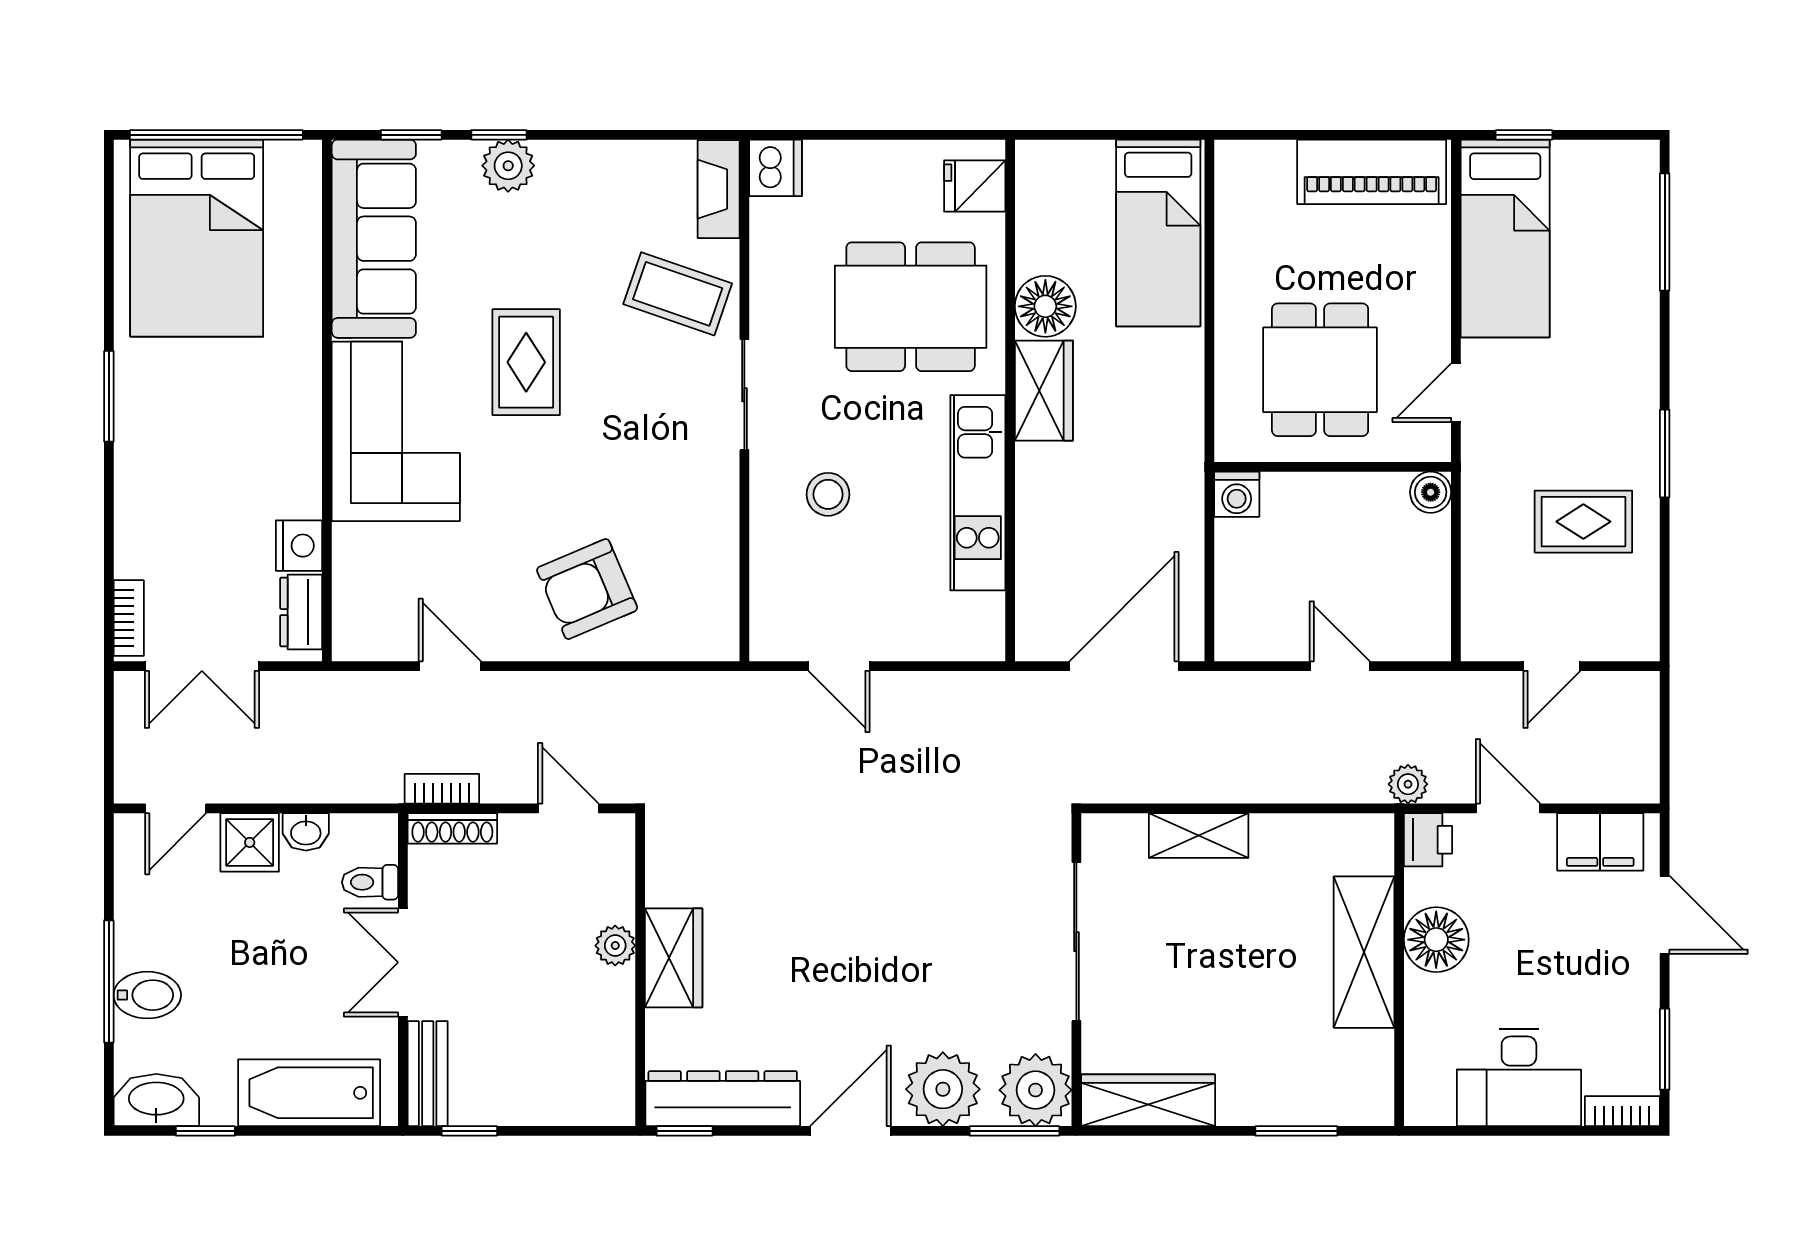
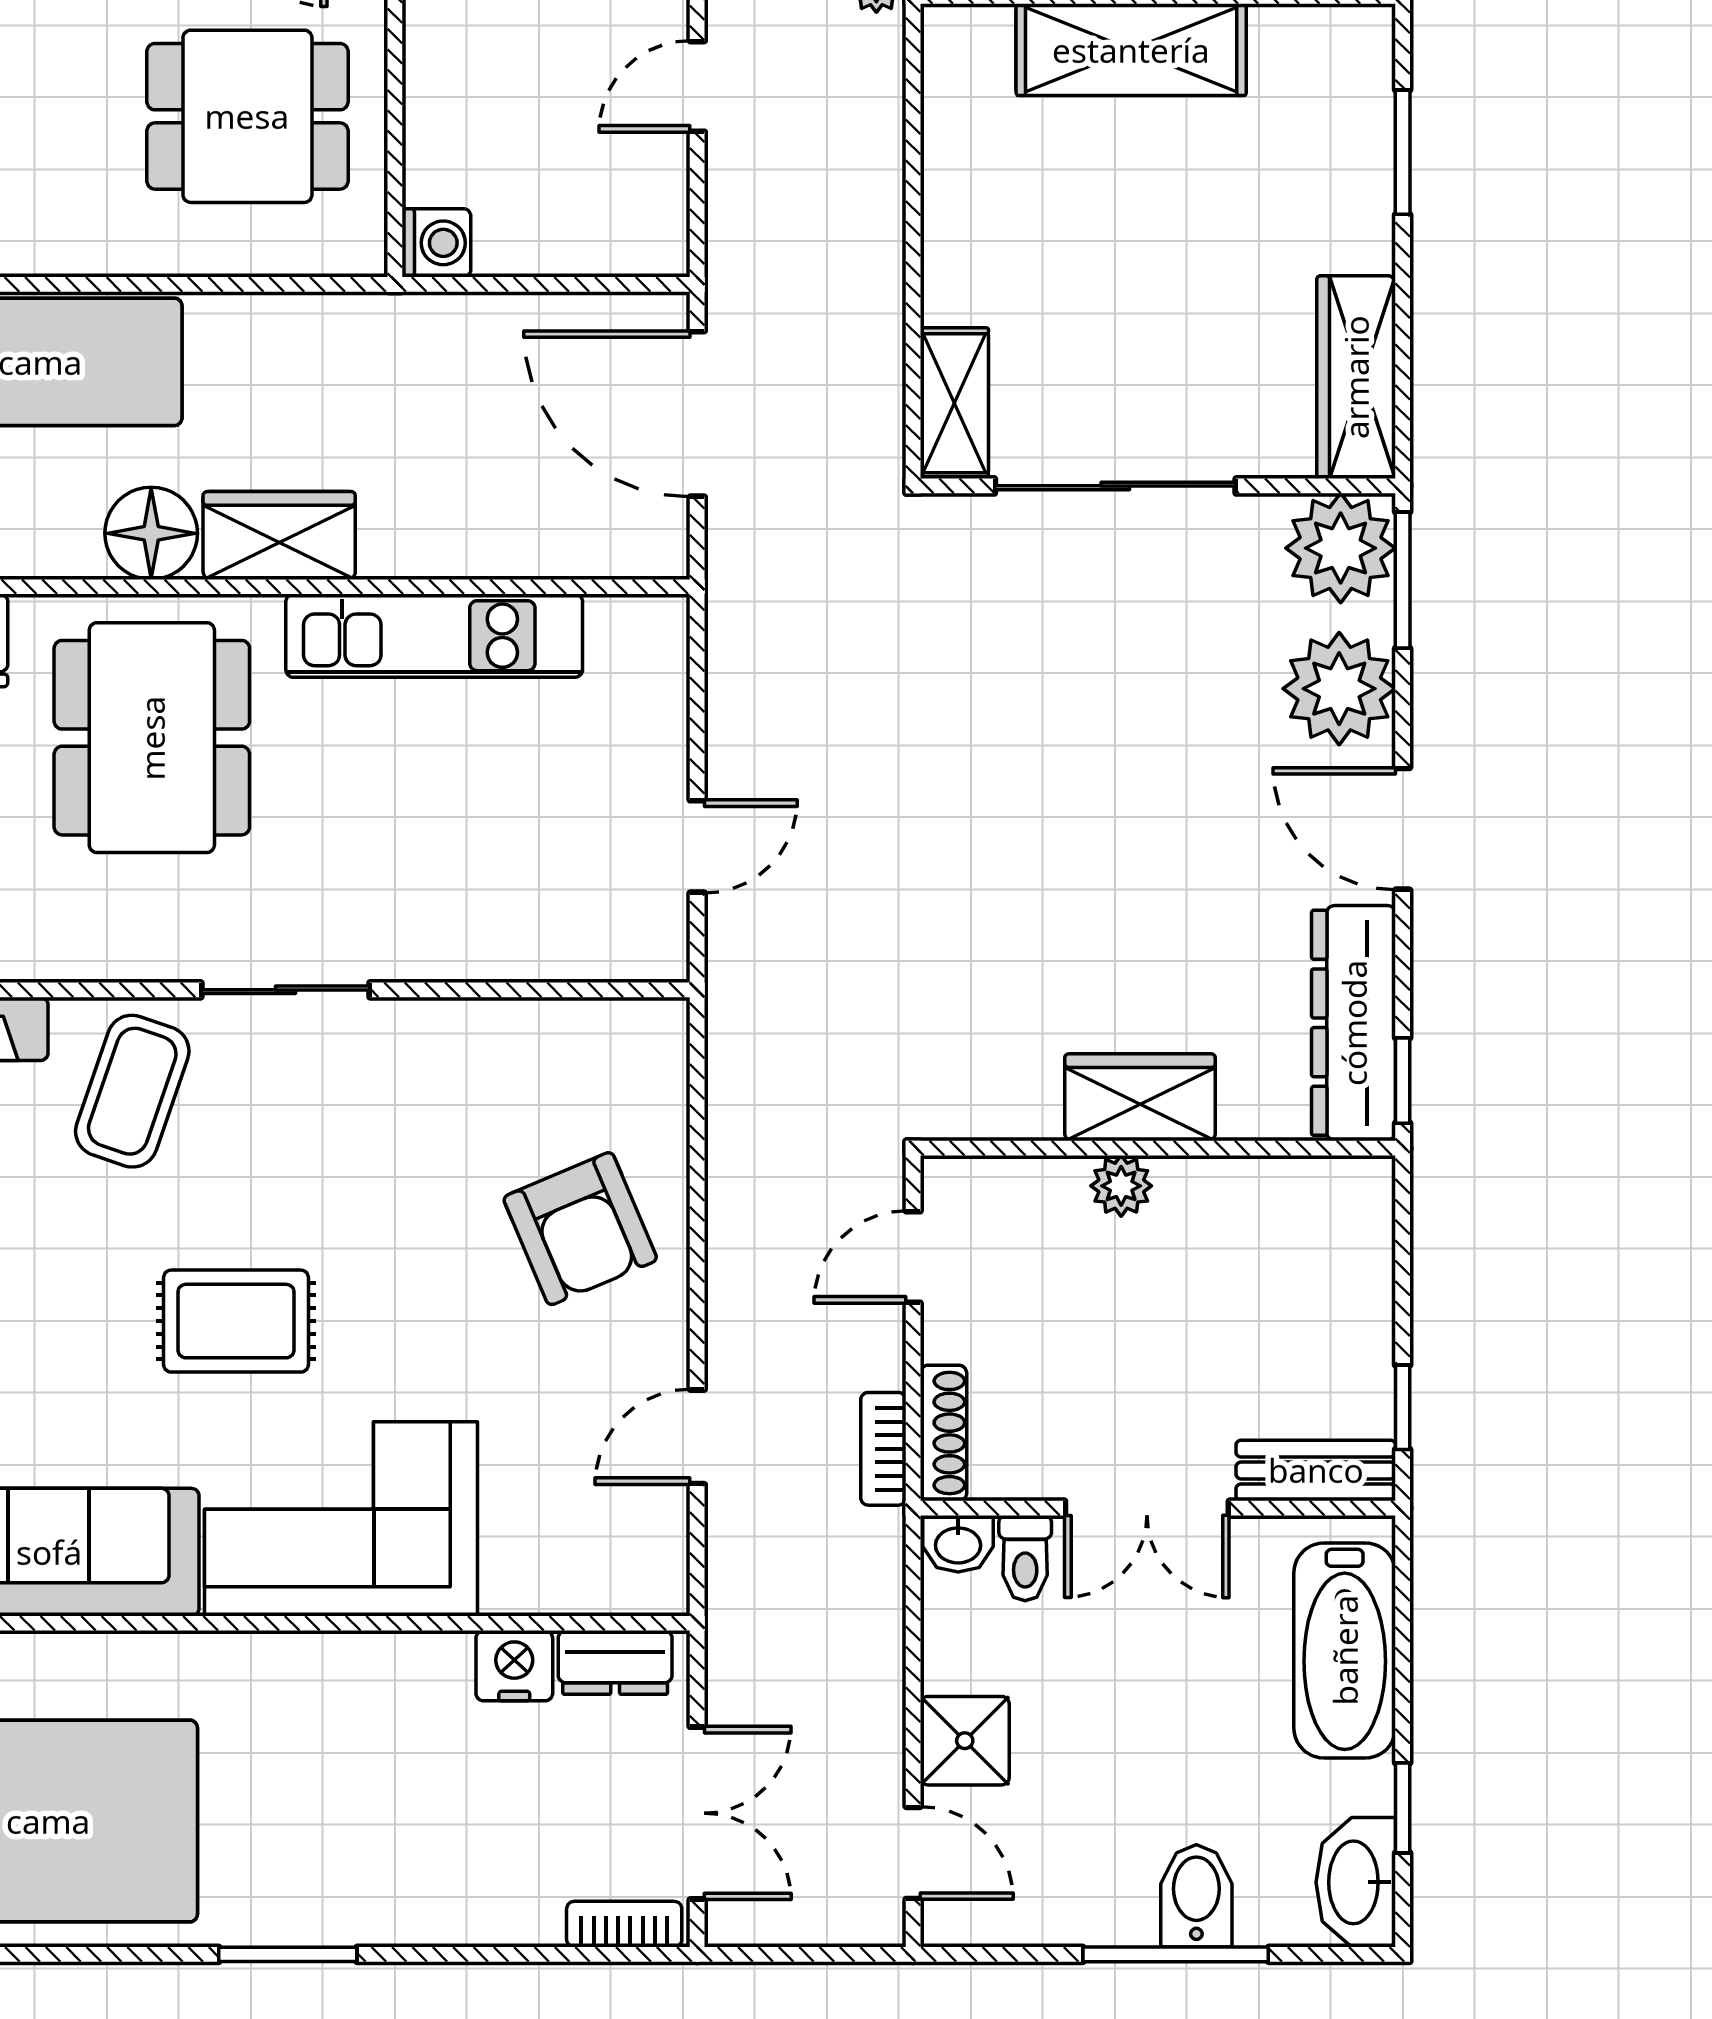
stool: (828, 494) -> (437, 863), removed
washbasin: (306, 832) -> (958, 1544), moved, turned 90
shelving: (1199, 836) -> (954, 403), moved

